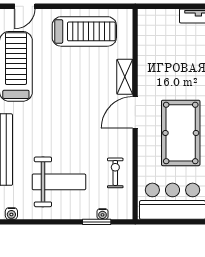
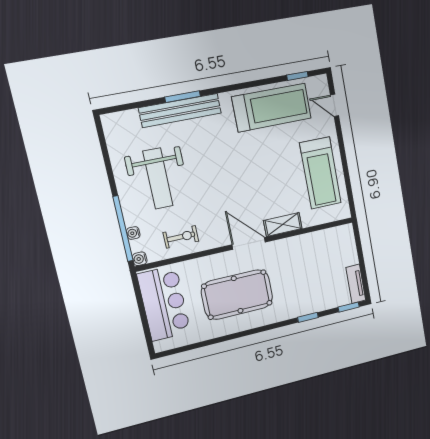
water cooler: (11, 214) -> (140, 259), moved
window: (97, 222) -> (123, 229), width x2.11

